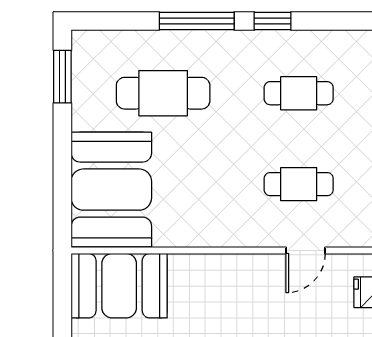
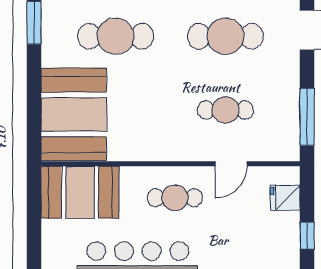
cafe table: (299, 93) -> (225, 36), width x1.37, depth x1.35
cafe table: (236, 293) -> (175, 198), added

